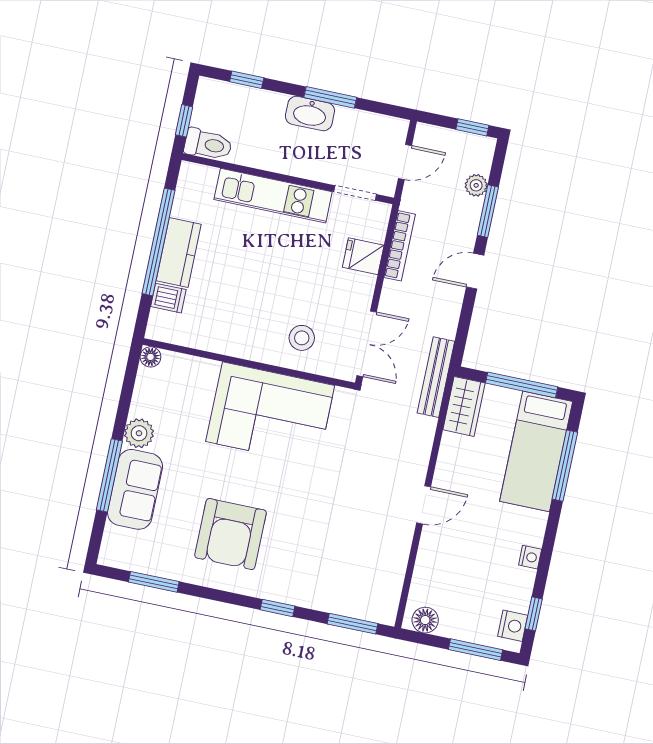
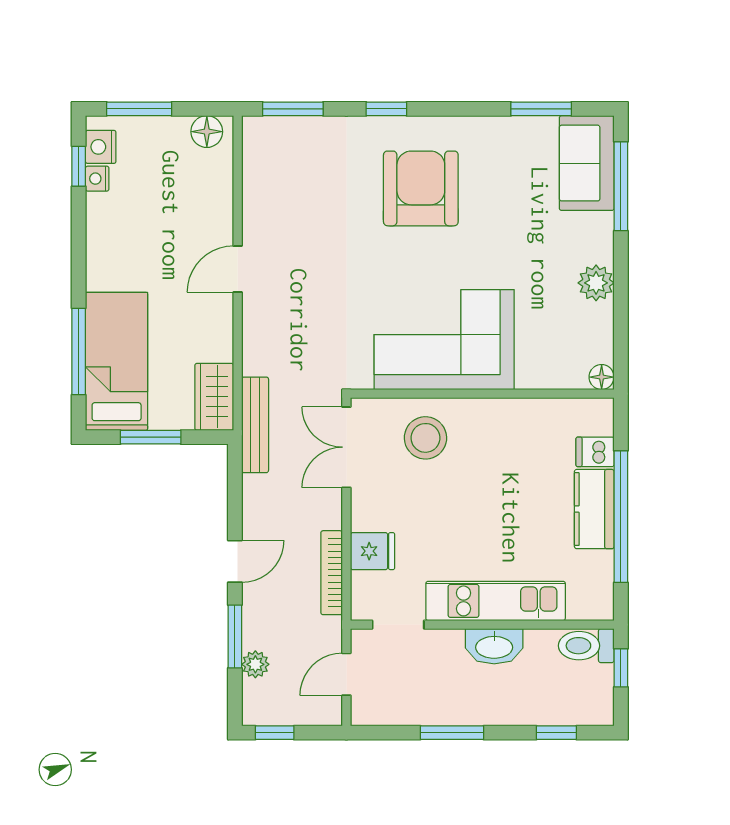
washbasin: (310, 114) -> (494, 646), moved, turned 180
stool: (302, 338) -> (425, 438), width x1.38, depth x1.38
window: (522, 385) -> (151, 437), width x0.69
window: (109, 475) -> (621, 186), moved
sofa: (135, 489) -> (587, 163), moved
armchair: (231, 534) -> (421, 188), moved
nightstand: (530, 557) -> (97, 179), moved

